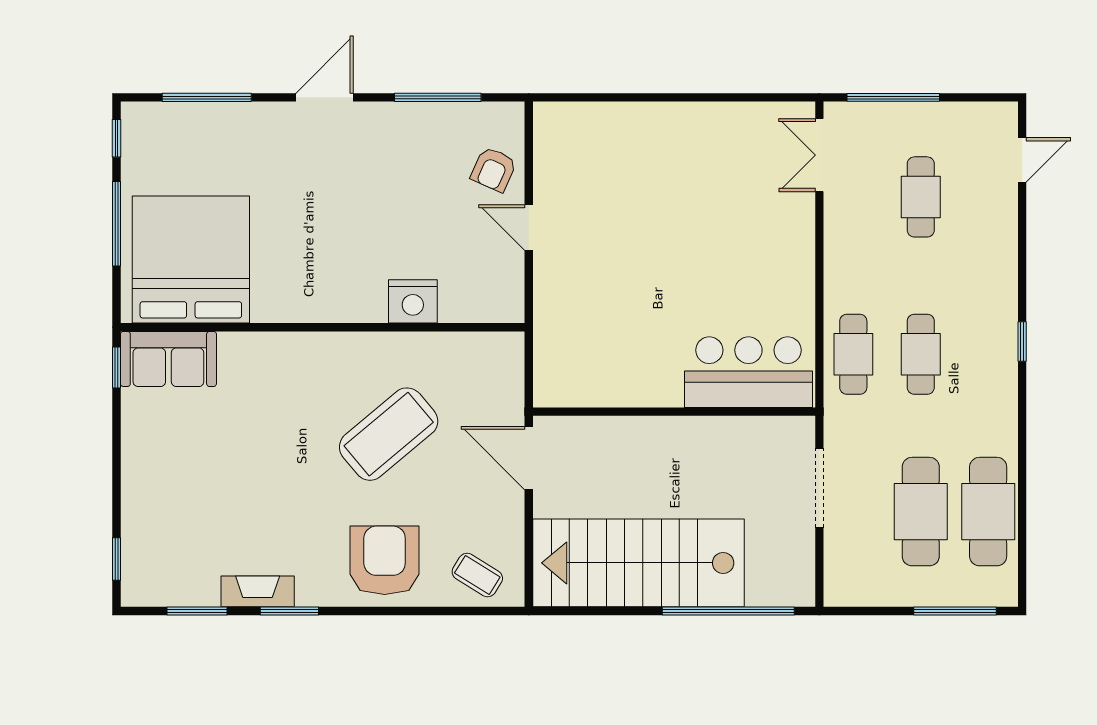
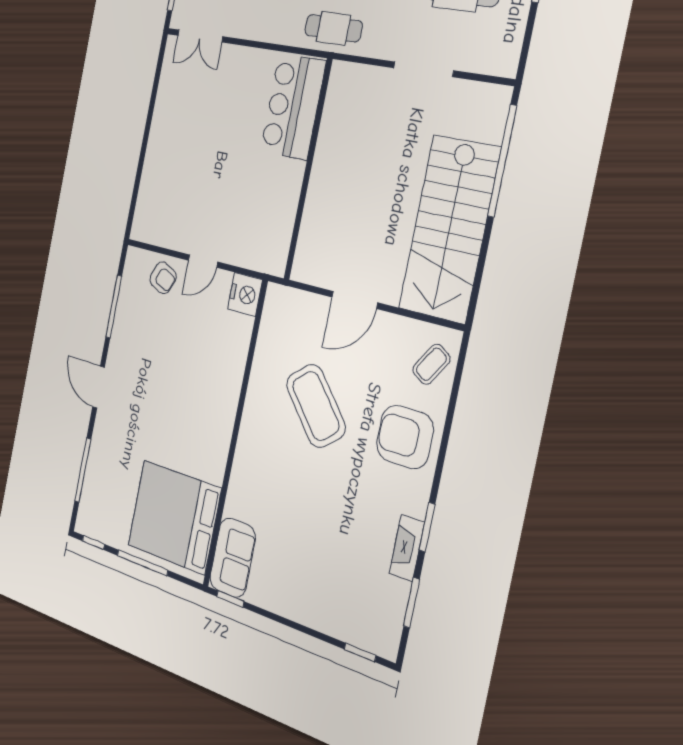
nightstand: (413, 301) -> (245, 294), moved
bar counter: (748, 372) -> (293, 107), moved
wall: (674, 412) -> (308, 169), moved

